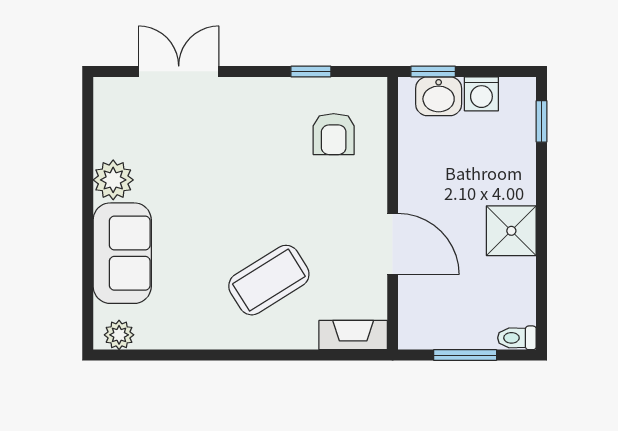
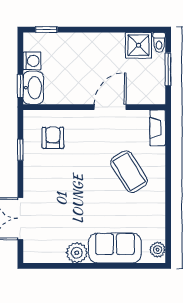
washbasin: (439, 96) -> (33, 88), width x1.38
armchair: (334, 134) -> (53, 138), turned -90
shower: (511, 231) -> (138, 45), moved

